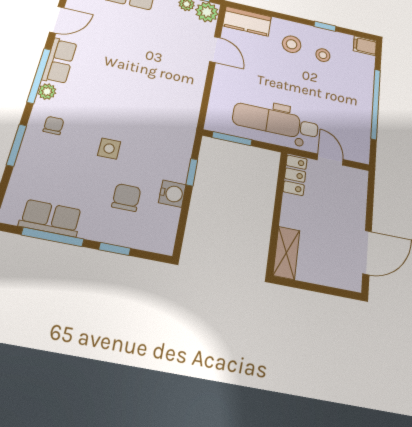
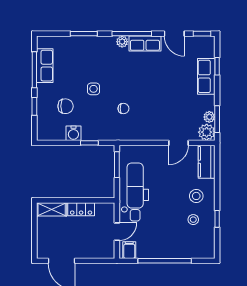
filing cabinet: (365, 46) -> (129, 250), moved
chair: (54, 125) -> (123, 109), moved
locker: (295, 175) -> (81, 209), moved

